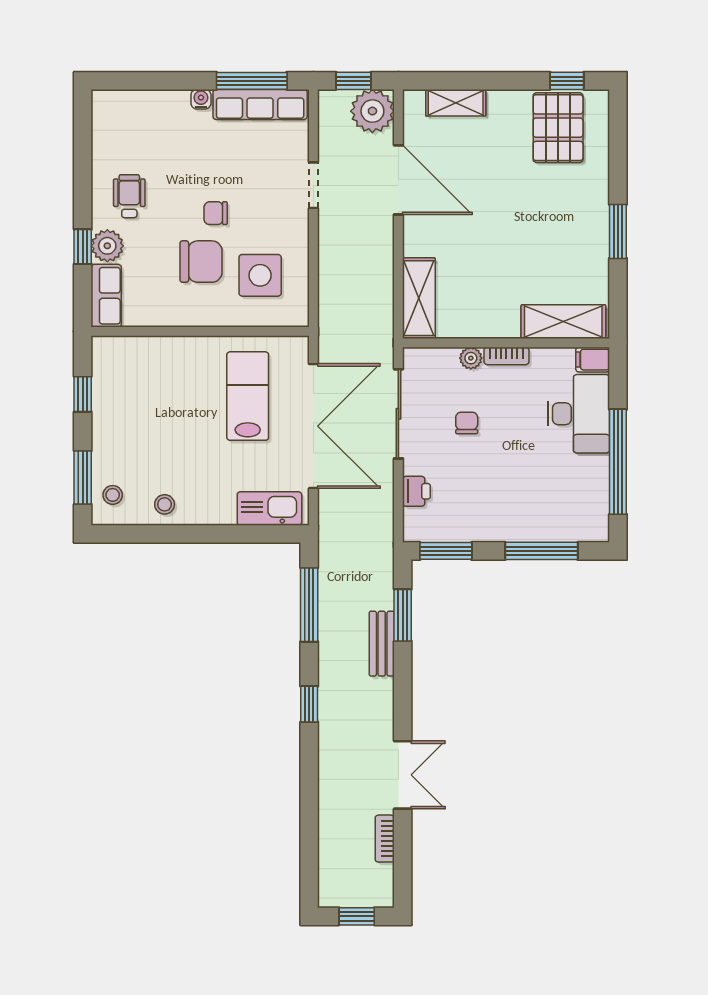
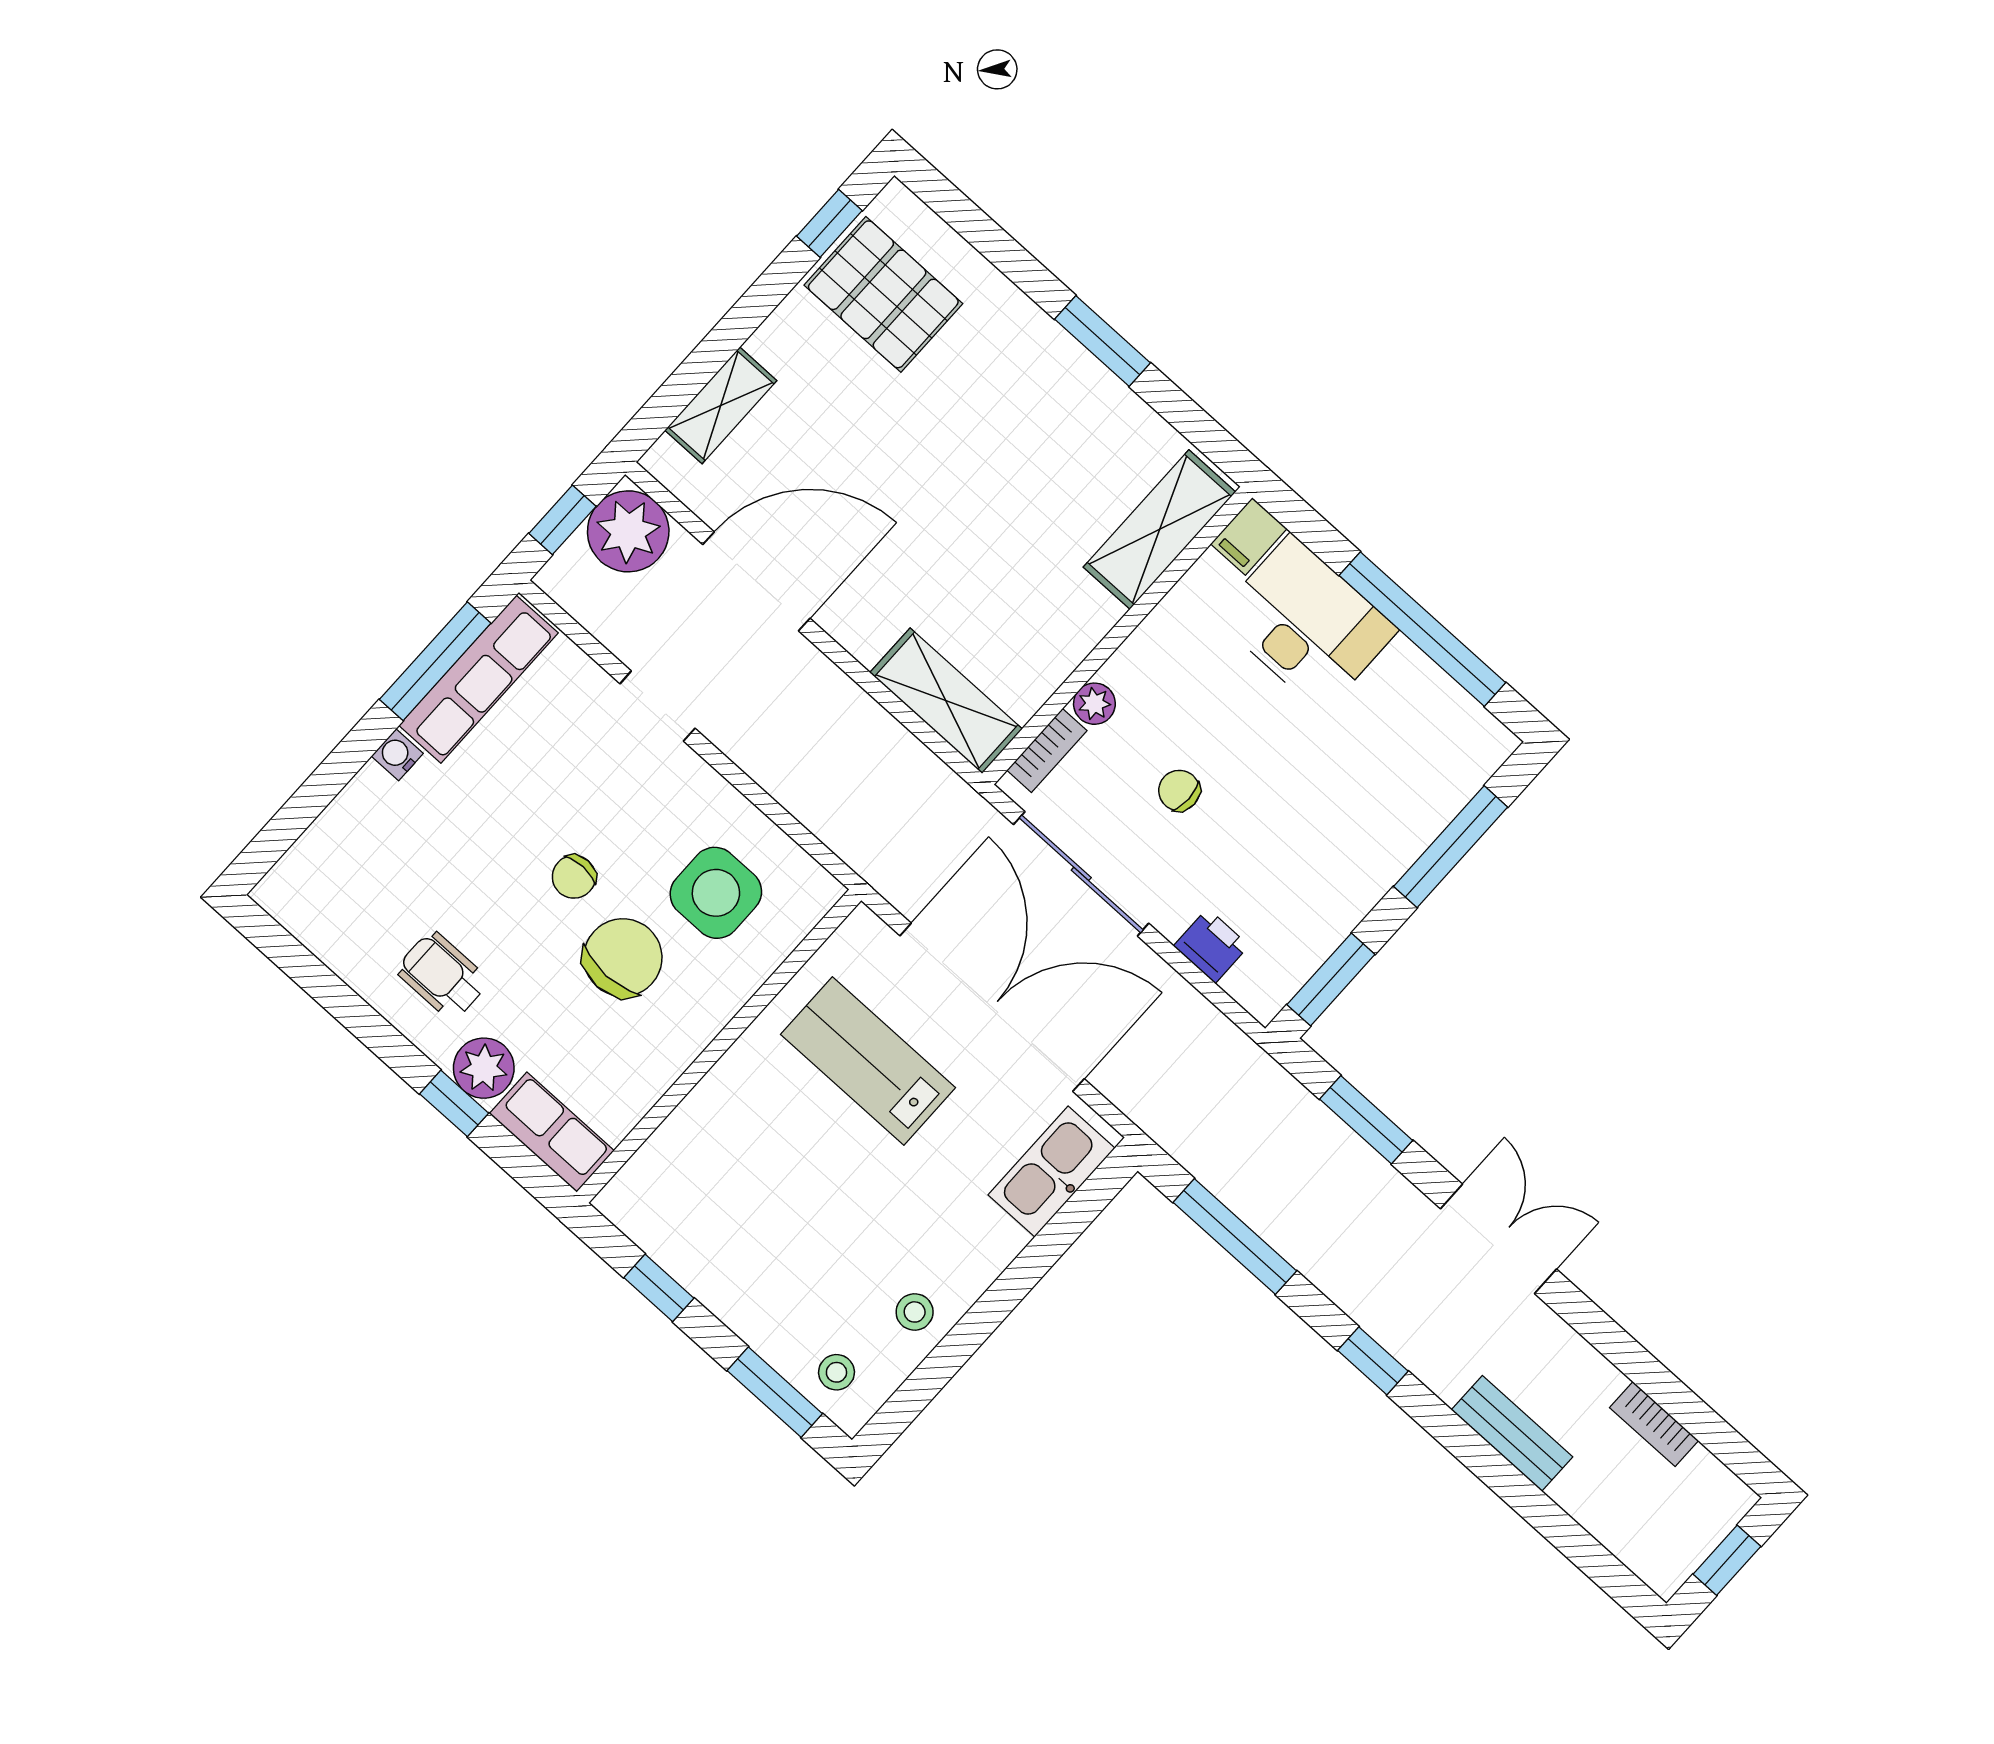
bookcase: (506, 356) -> (1047, 750), moved
bench: (382, 644) -> (1512, 1433), moved
double door: (403, 775) -> (1498, 1239), moved

